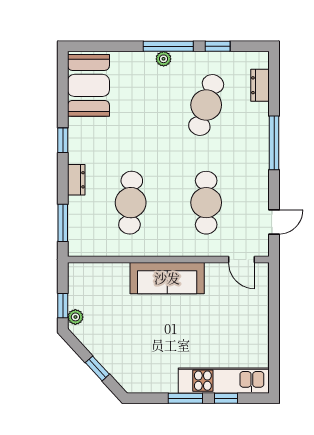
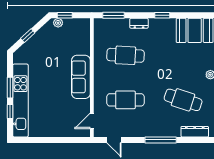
dresser: (260, 85) -> (195, 132), width x1.44
kitchen unit: (224, 381) -> (20, 100), width x1.36

